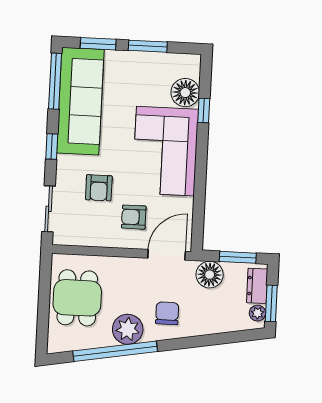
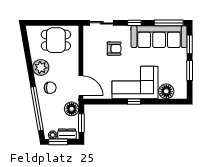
window: (204, 111) -> (134, 102), moved
armchair: (99, 188) -> (114, 49), turned 180
armchair: (134, 217) -> (100, 68), removed
window: (115, 351) -> (37, 109), moved

